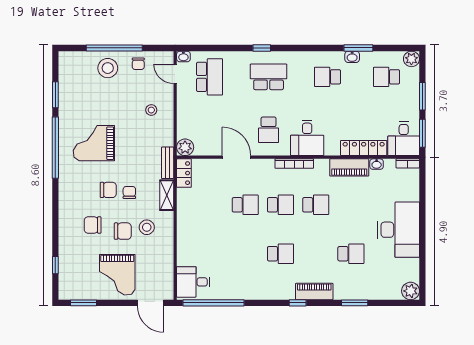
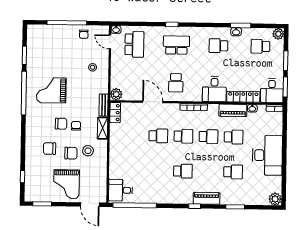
stool: (108, 68) -> (62, 37), removed
desk: (307, 138) -> (214, 89), moved
school desk: (351, 205) -> (234, 137), added

